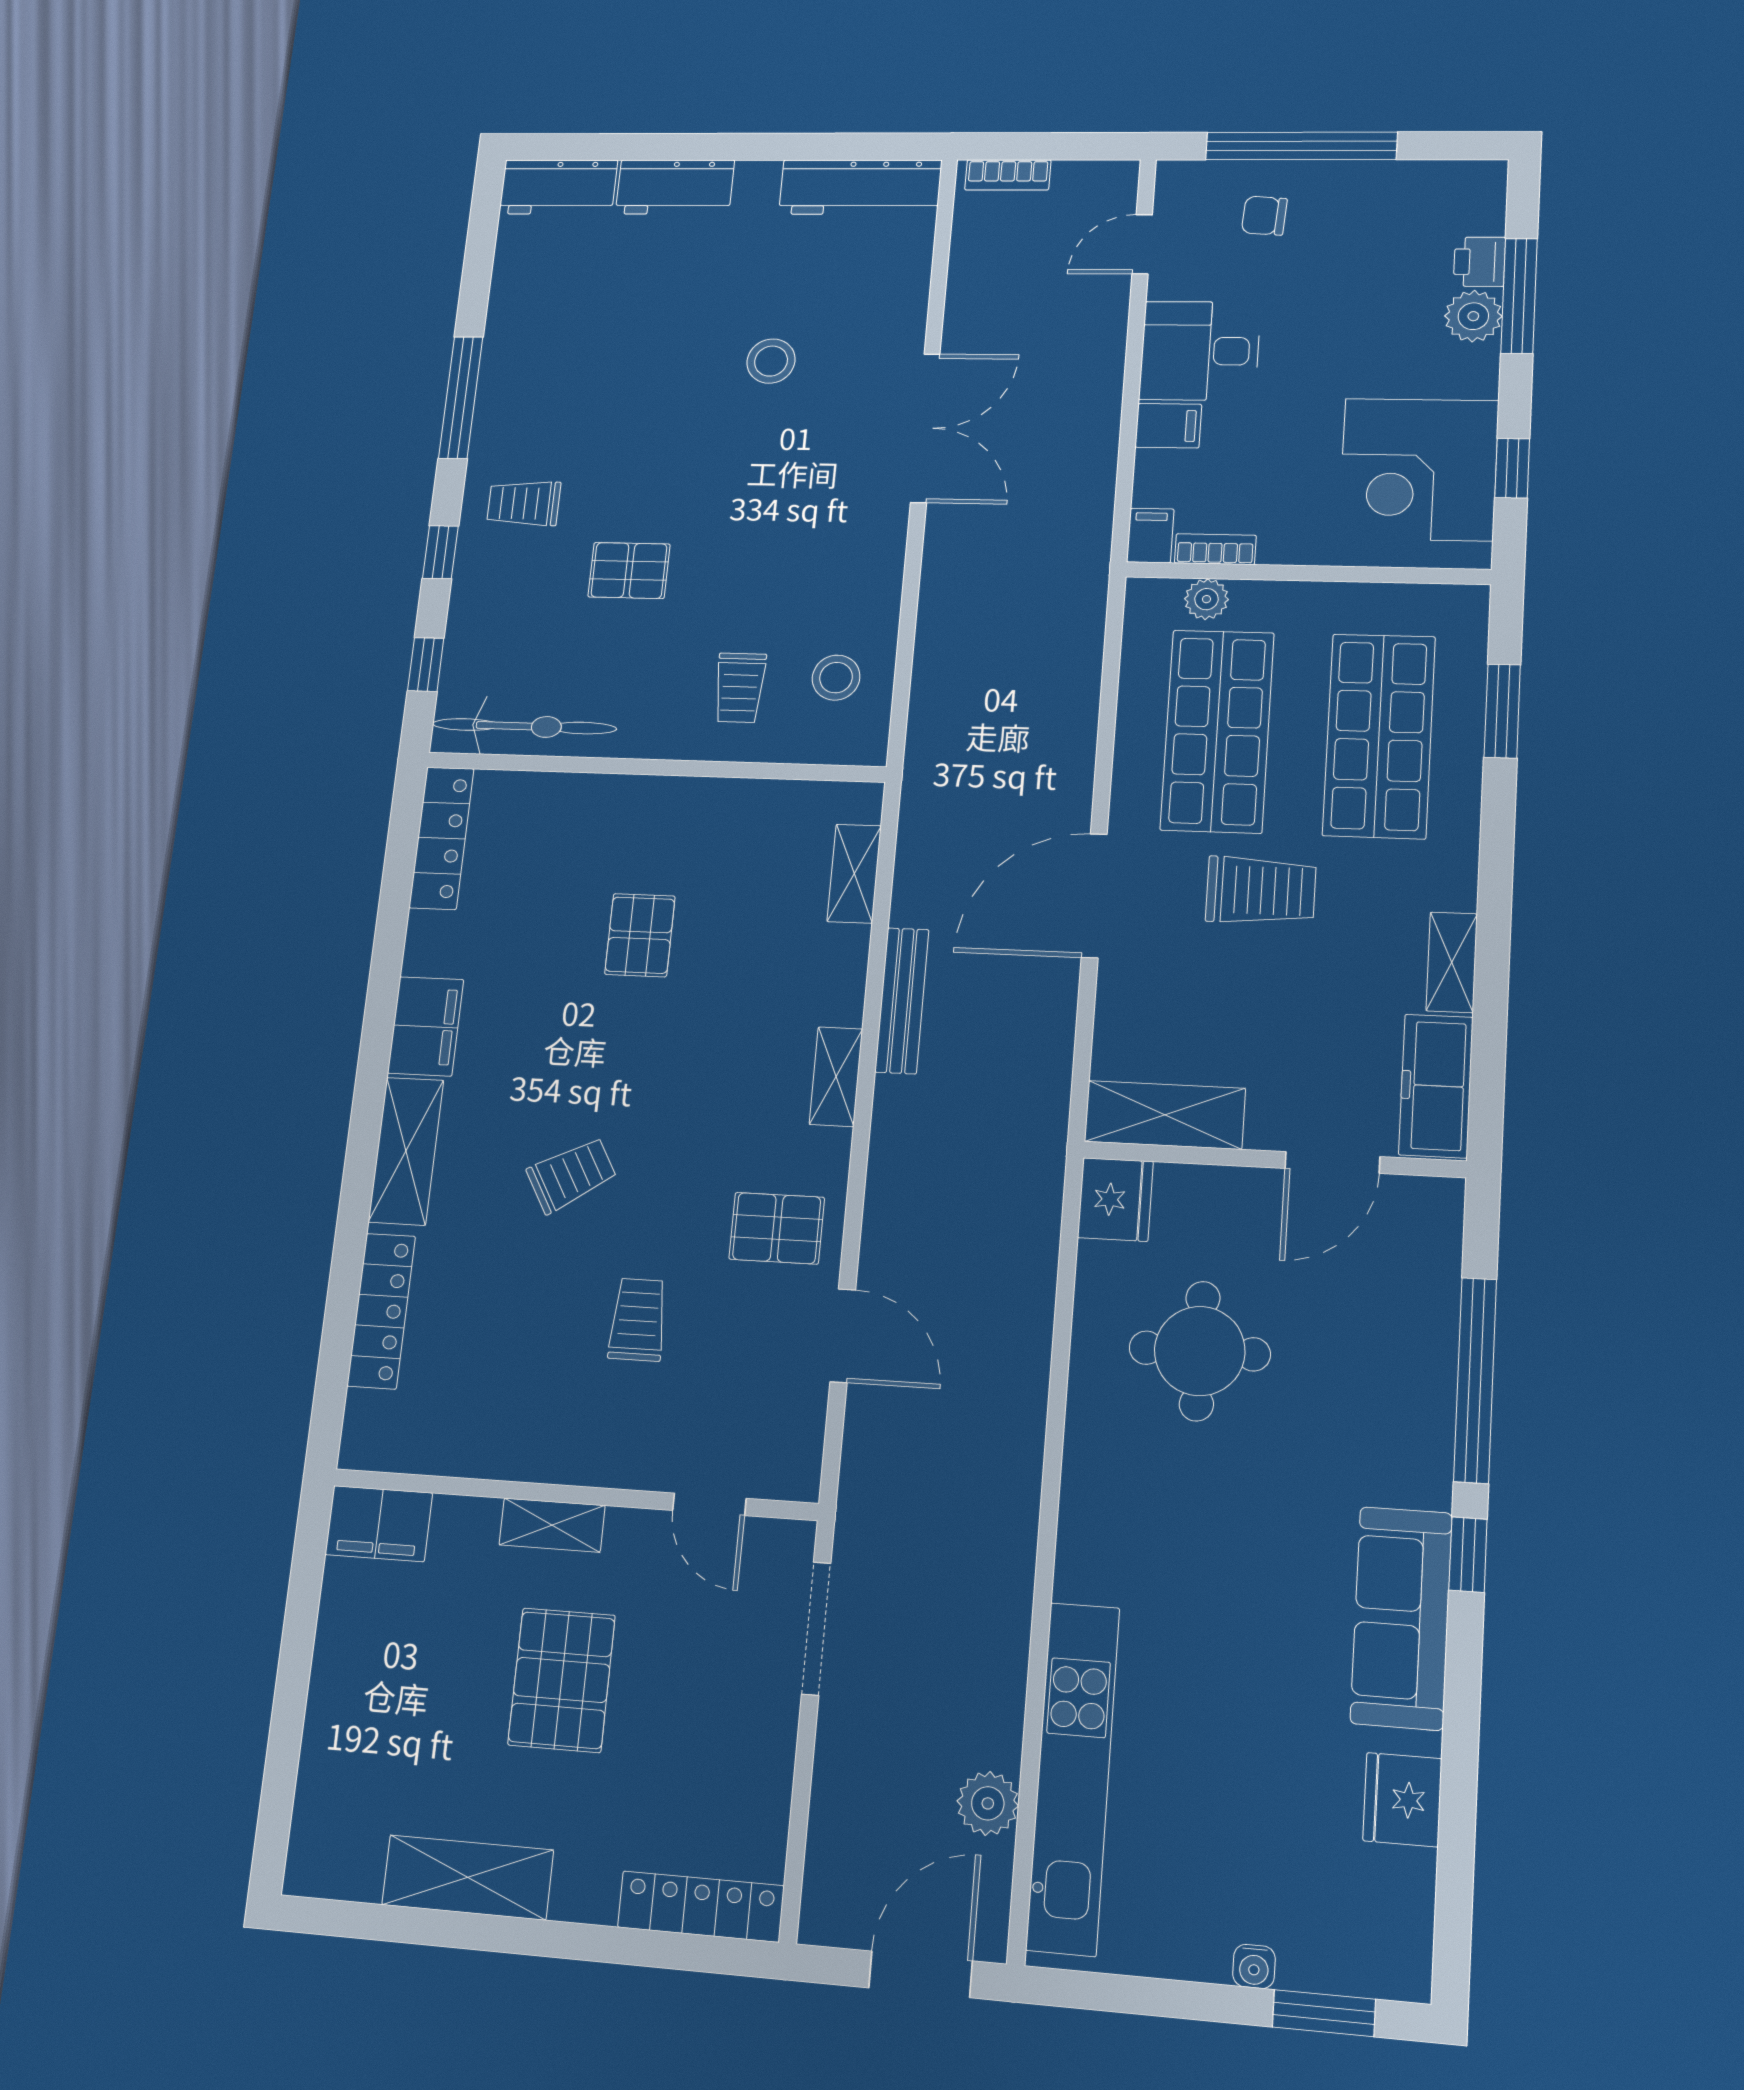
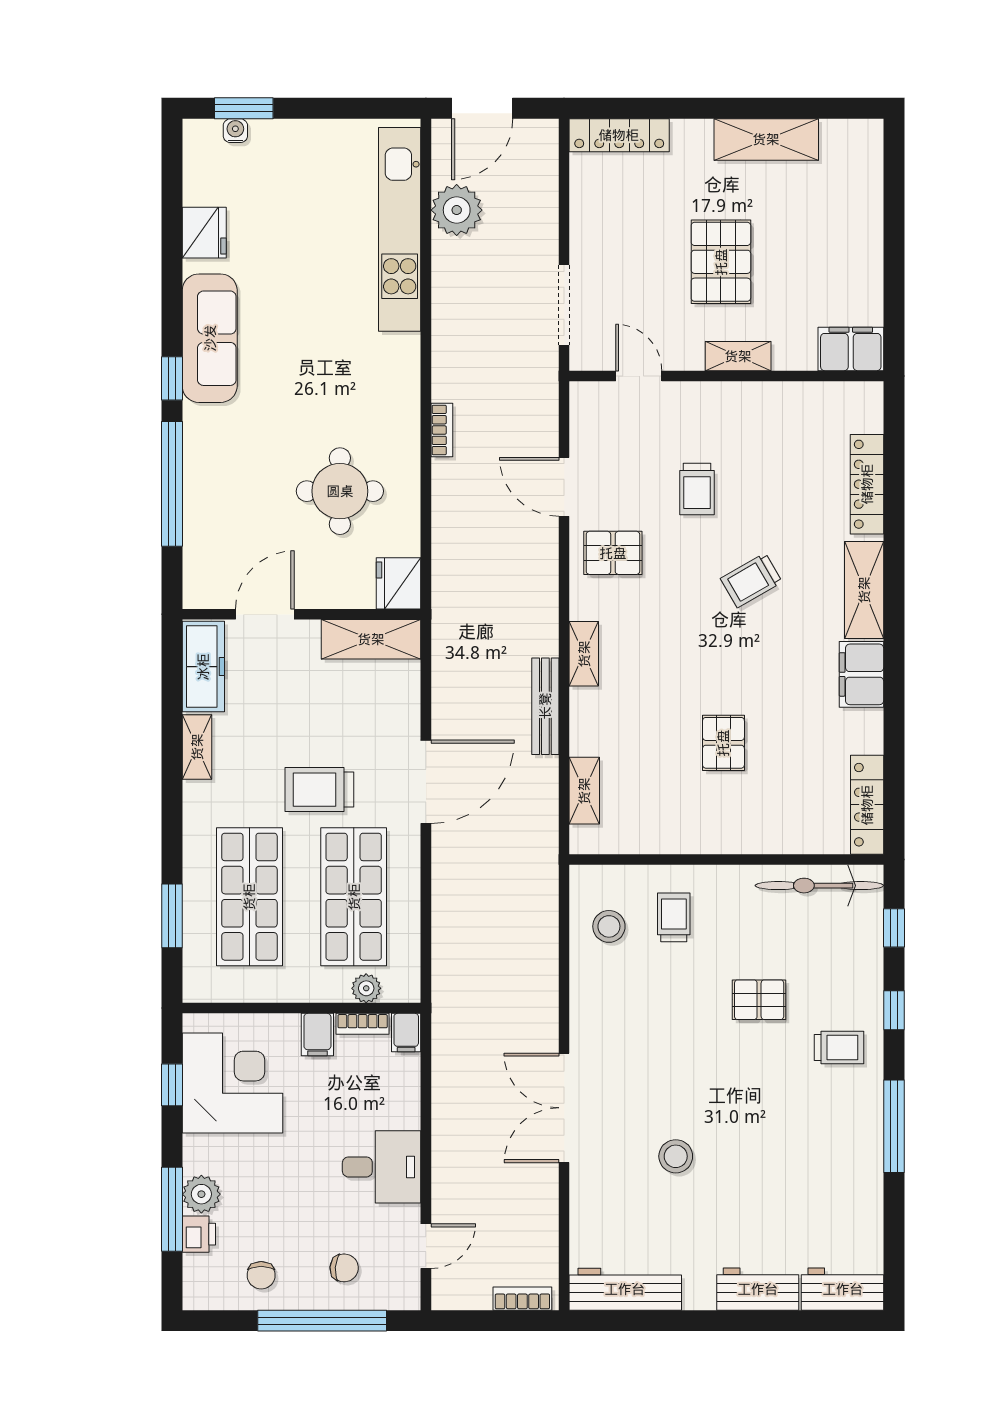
chair: (1388, 206) -> (261, 1275), added
filing cabinet: (1168, 426) -> (317, 1035), moved, turned -90
bookcase: (1029, 1439) -> (442, 430), added
plant: (988, 1803) -> (457, 210), width x1.36, depth x1.36
water cooler: (1254, 1966) -> (235, 131), moved

